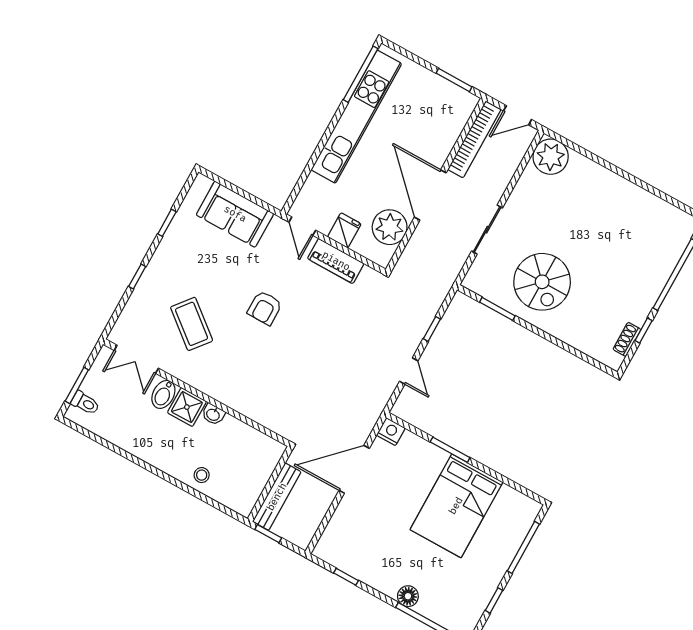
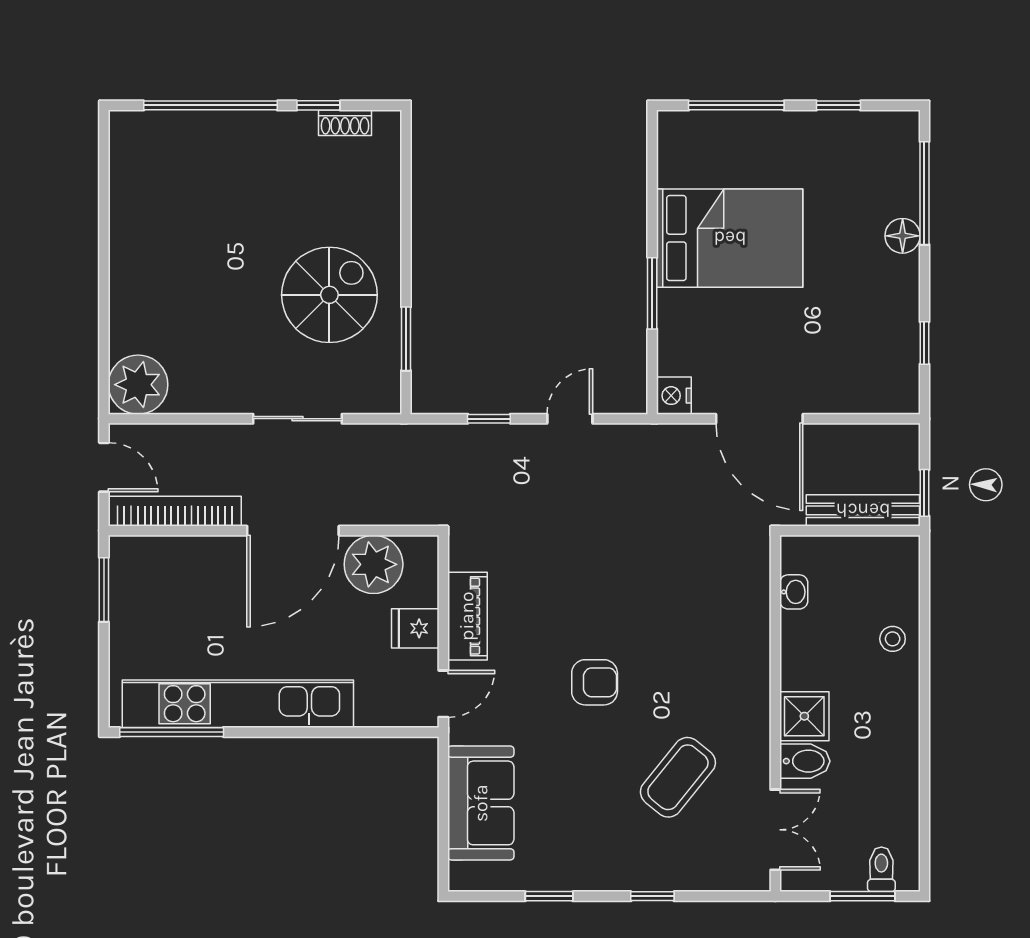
washbasin: (213, 414) -> (794, 592), moved

